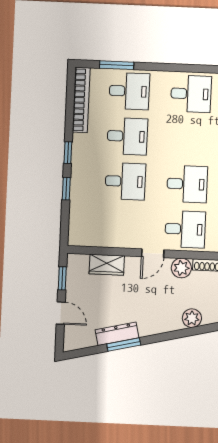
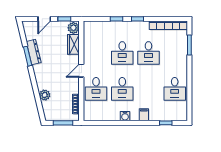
desk: (129, 91) -> (175, 53), removed
door: (153, 253) -> (81, 71), hinge flipped
plant: (181, 268) -> (73, 28), moved

